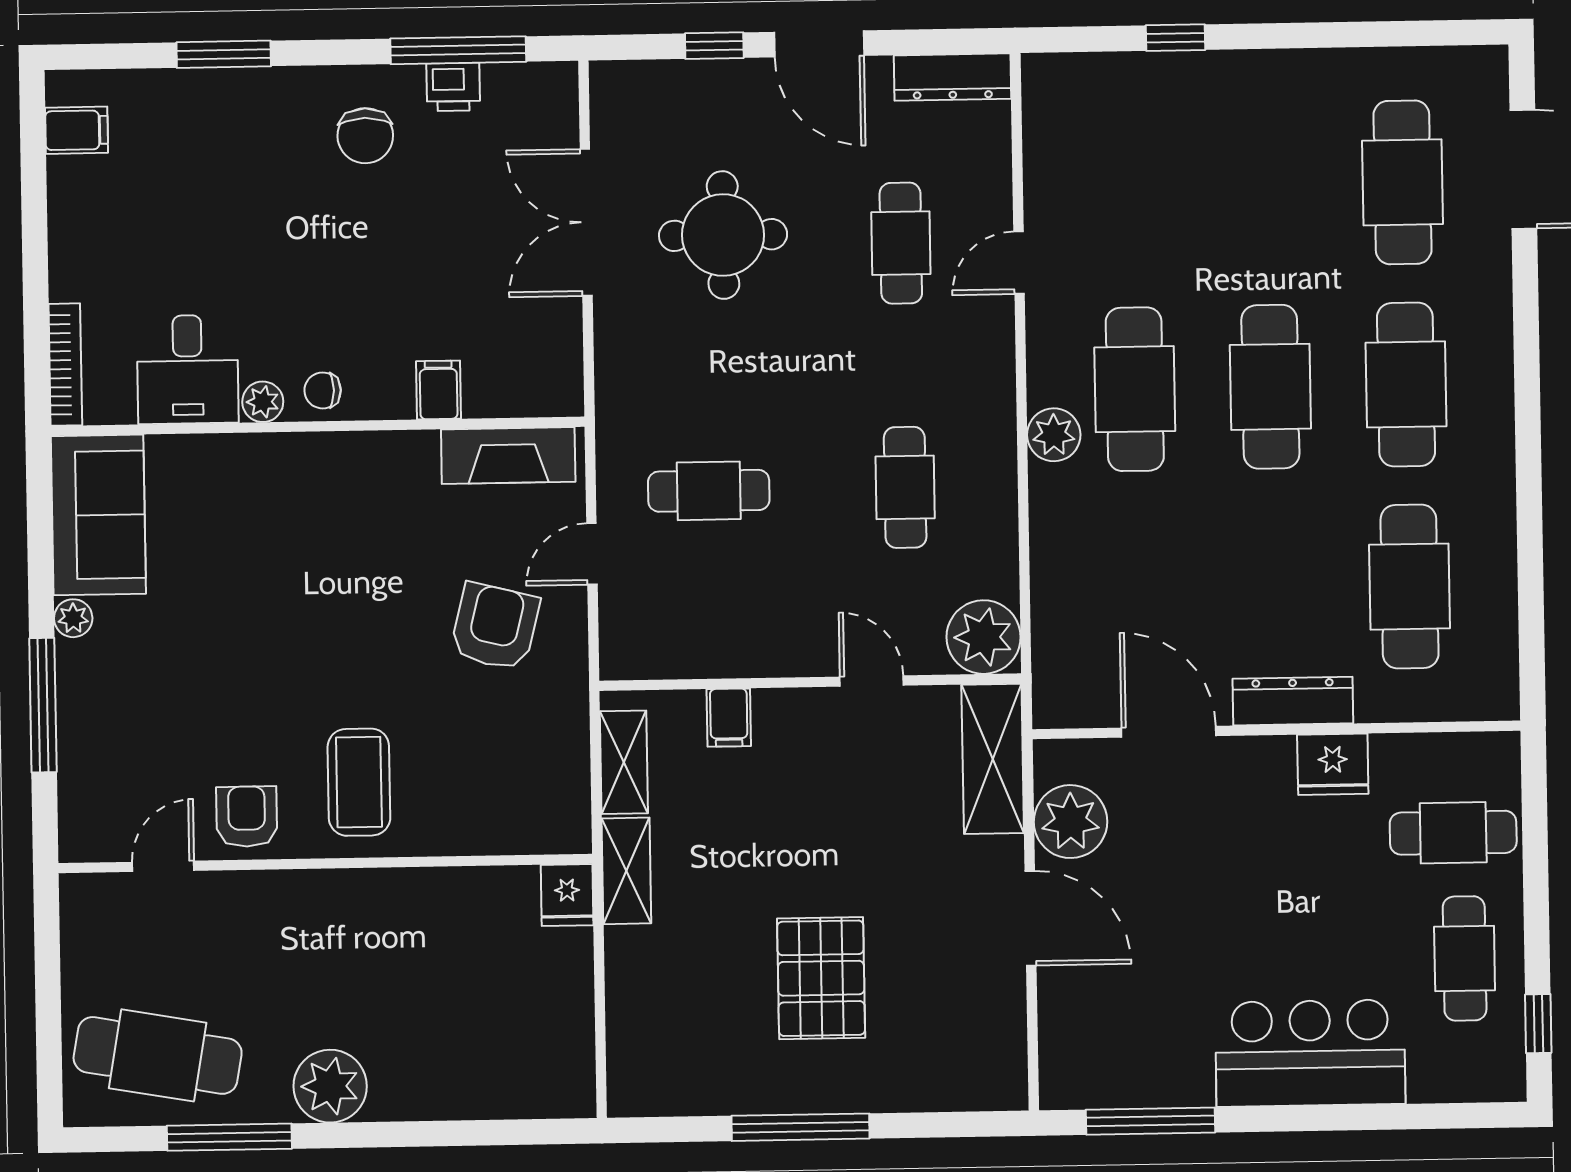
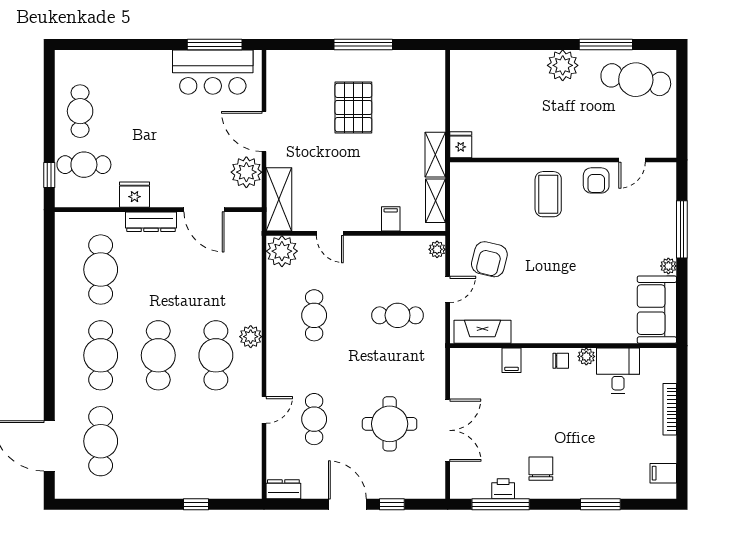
dresser: (953, 77) -> (283, 489), width x0.70
bookcase: (65, 365) -> (670, 409), moved
plant: (618, 648) -> (437, 249), added
window: (1538, 1024) -> (49, 175), moved
bar counter: (1310, 1053) -> (213, 72), moved

